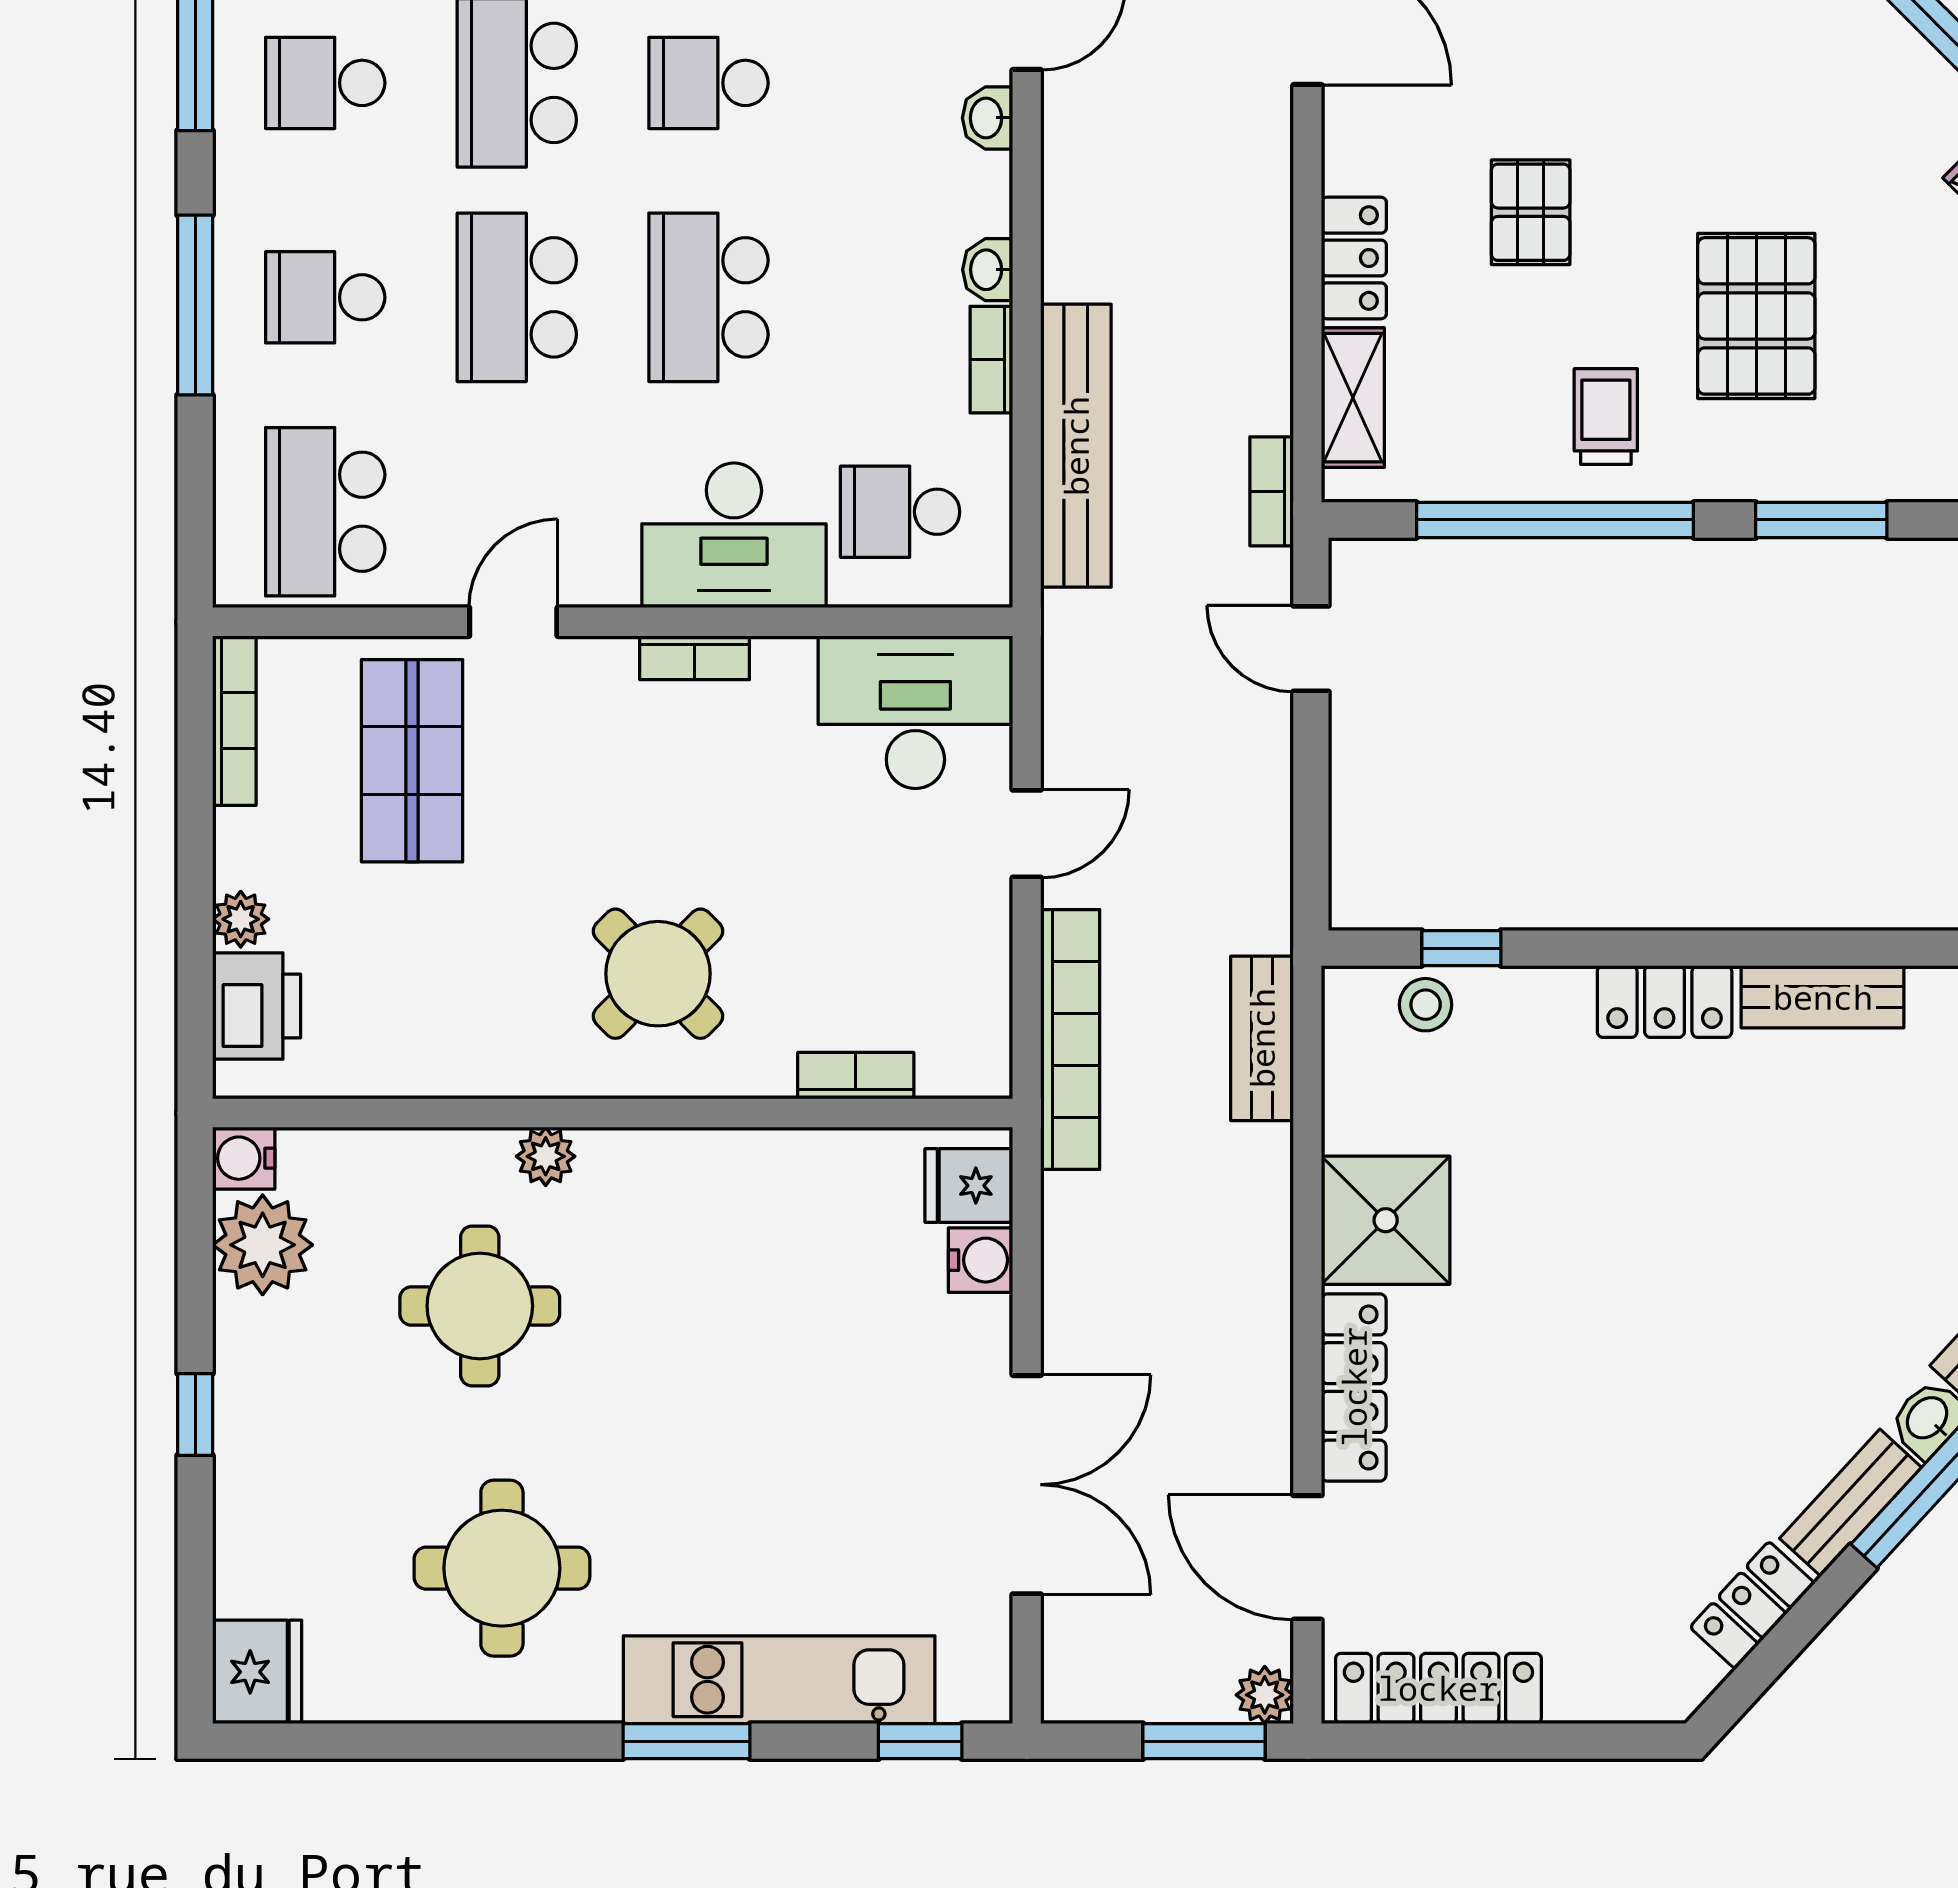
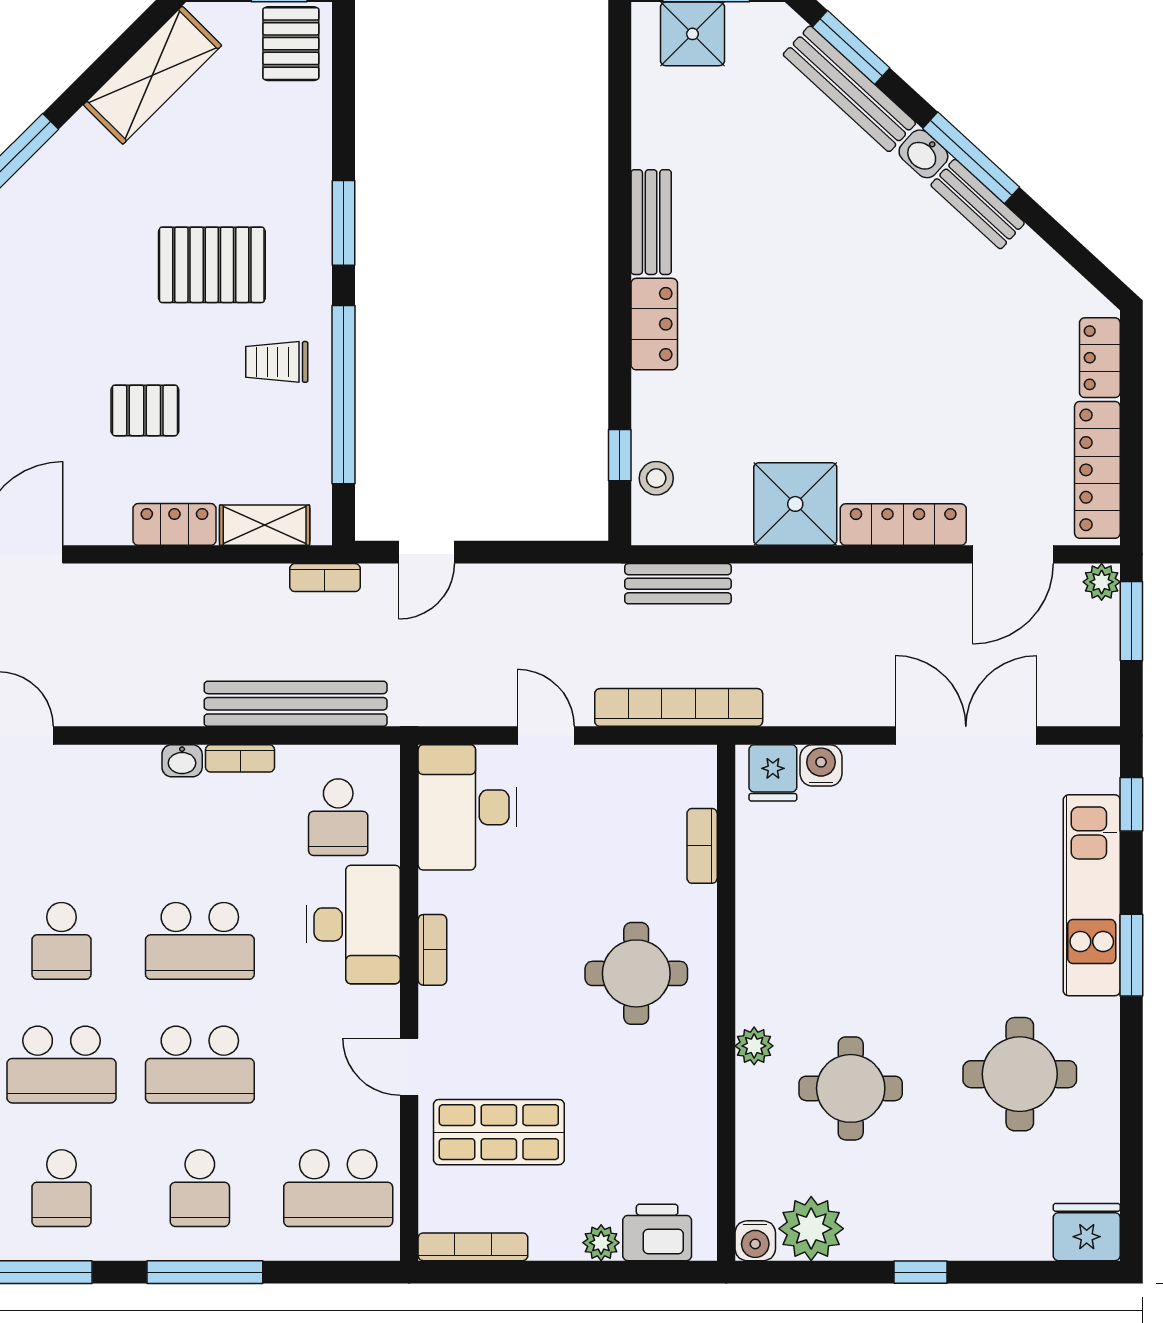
washbasin: (988, 118) -> (84, 761), removed
round table: (658, 974) -> (636, 973), turned 45
locker: (1752, 1605) -> (1100, 358), moved, turned 47

